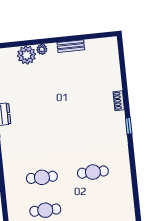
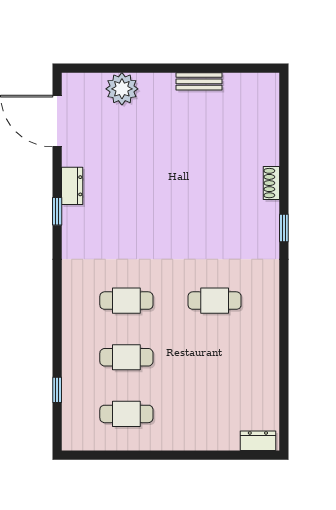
plant: (42, 49) -> (149, 82), removed

